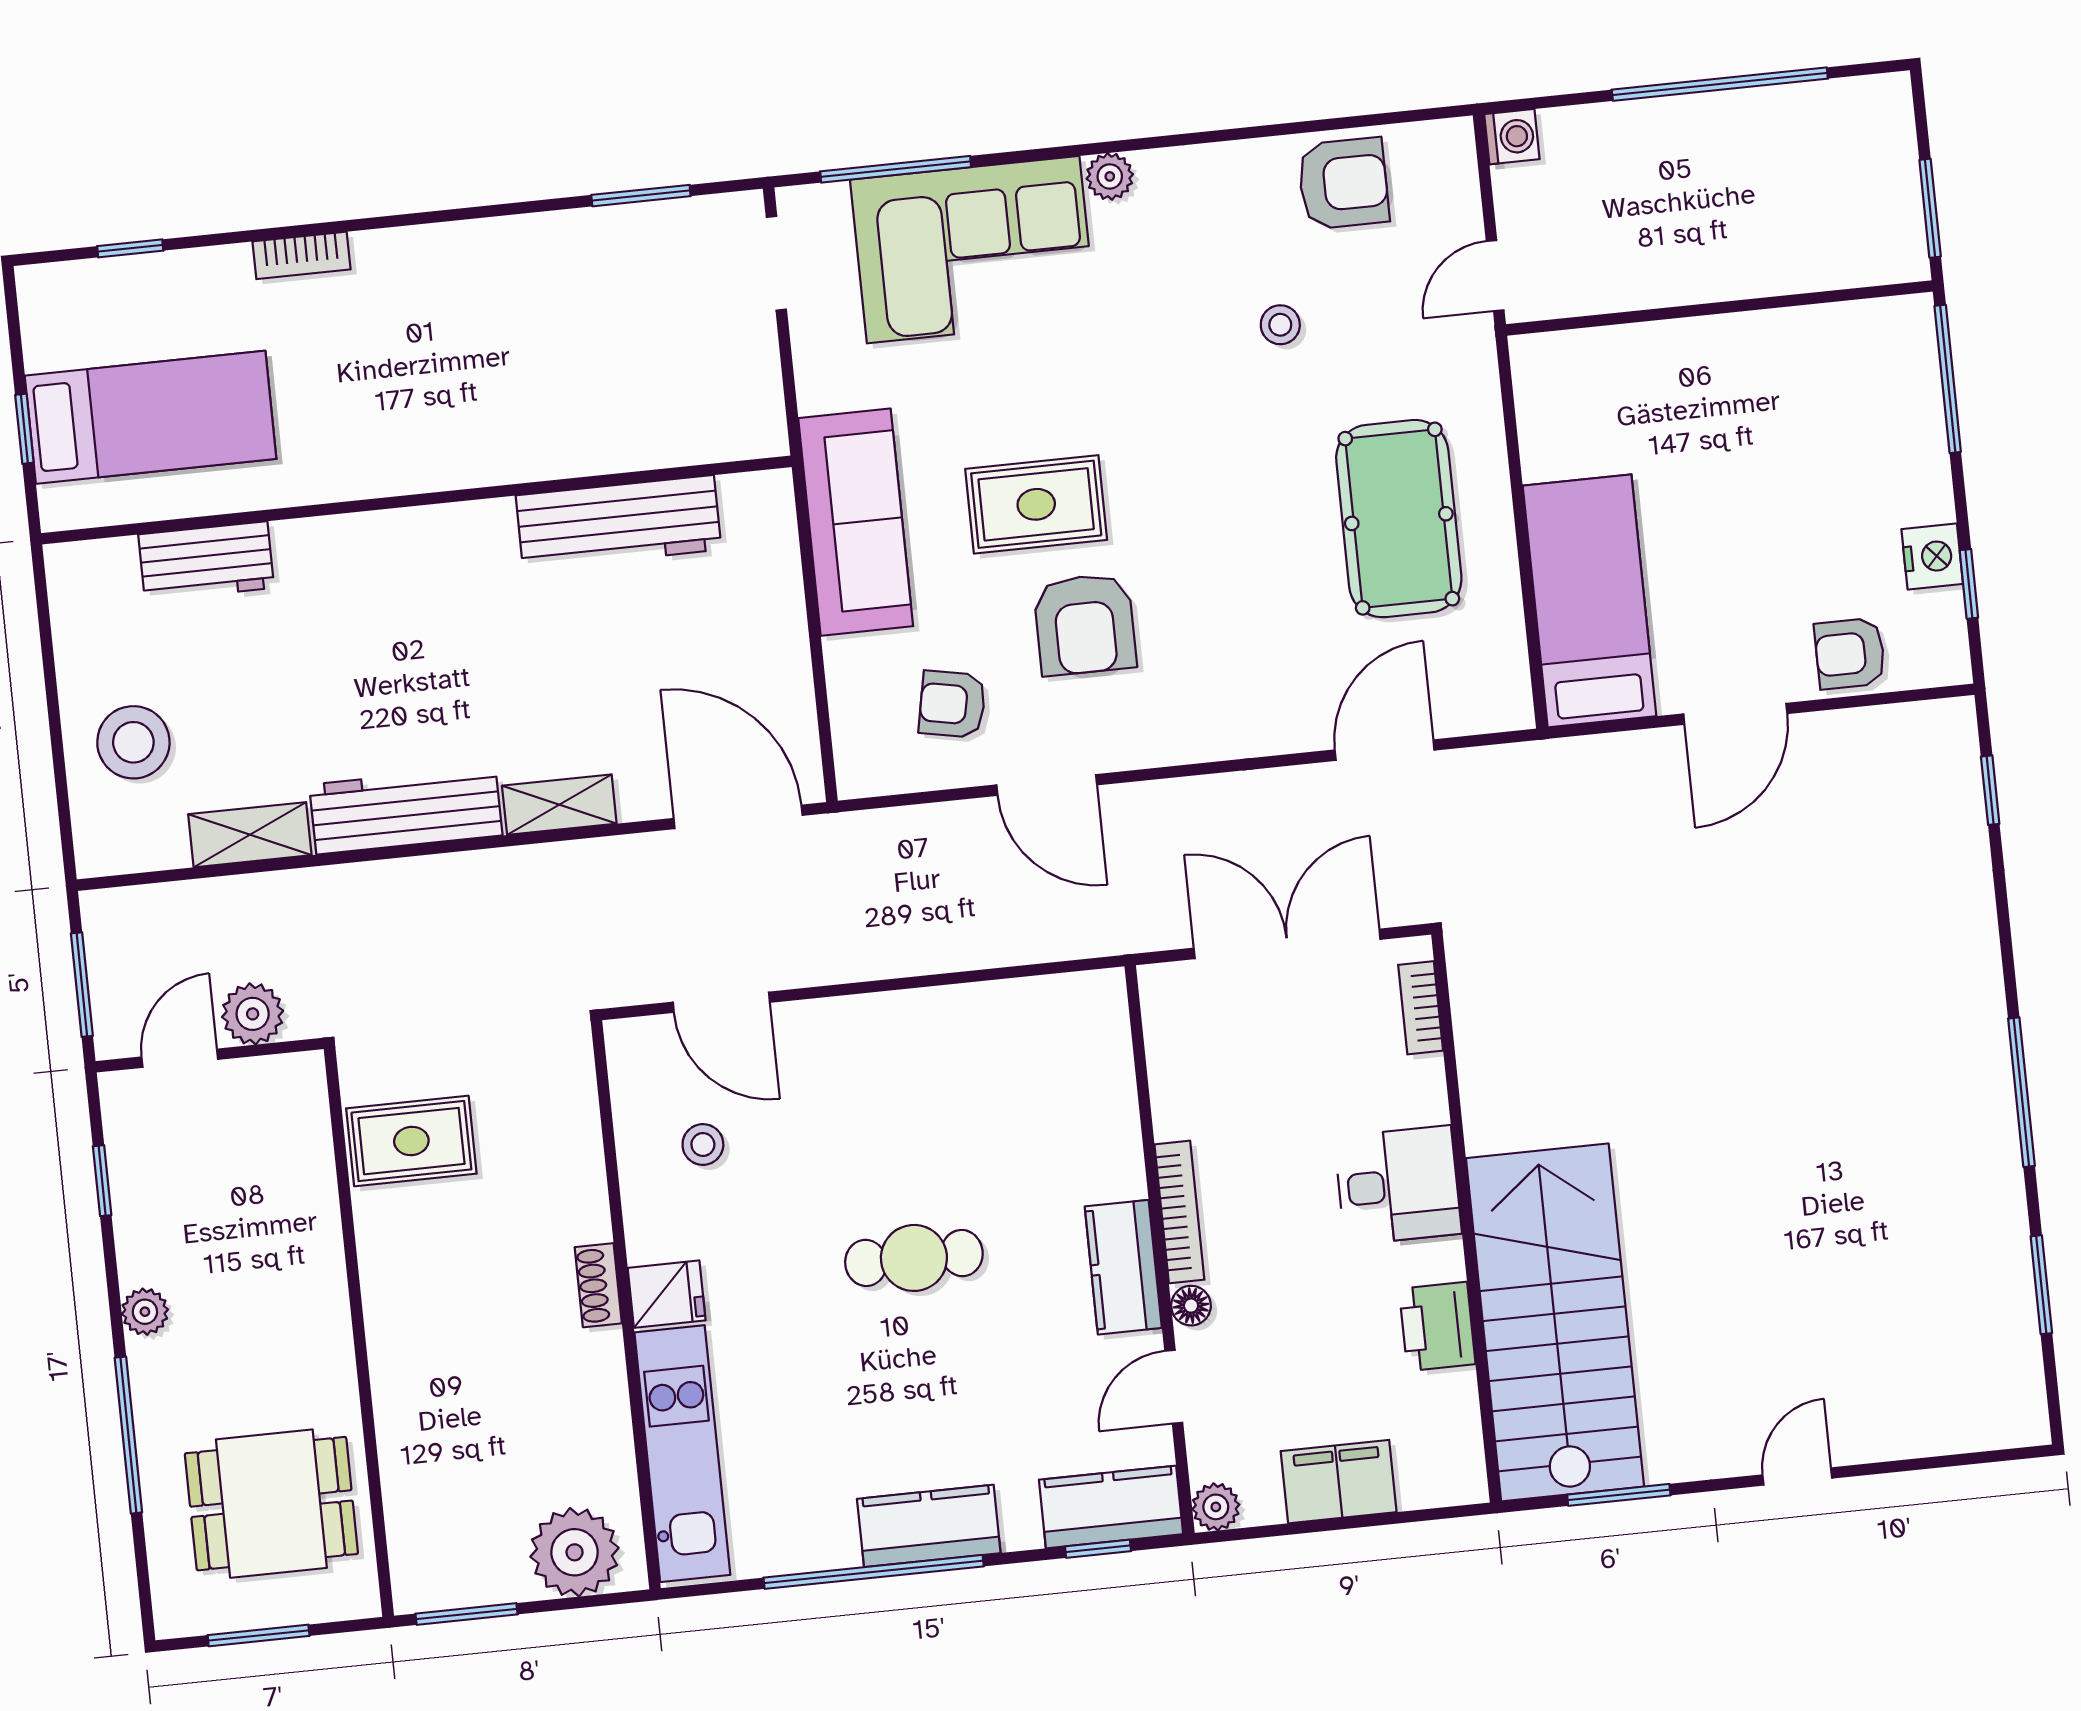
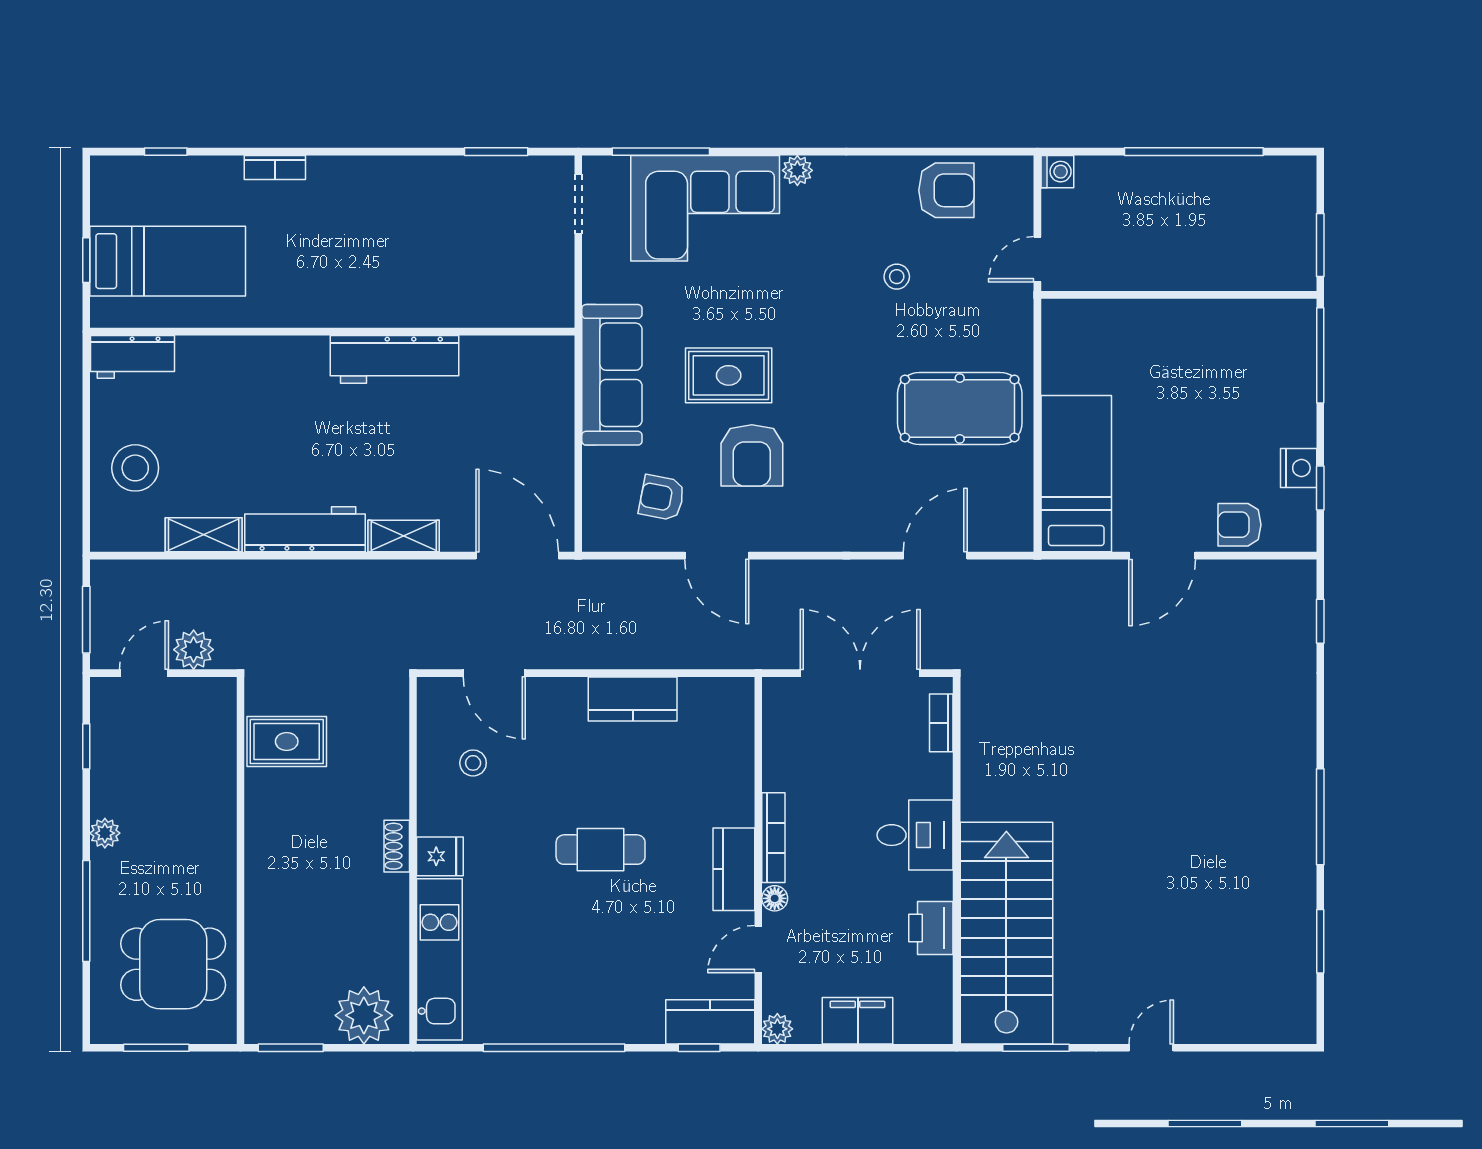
pool table: (1399, 519) -> (960, 408), turned 90
workbench: (619, 523) -> (394, 359), moved
workbench: (206, 561) -> (132, 357), moved
kitchen counter: (929, 1526) -> (633, 699), moved, turned 180

